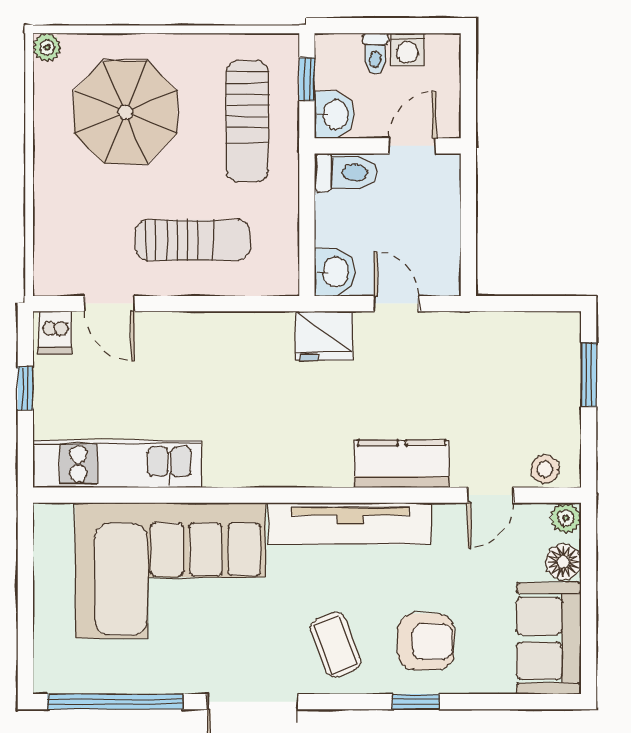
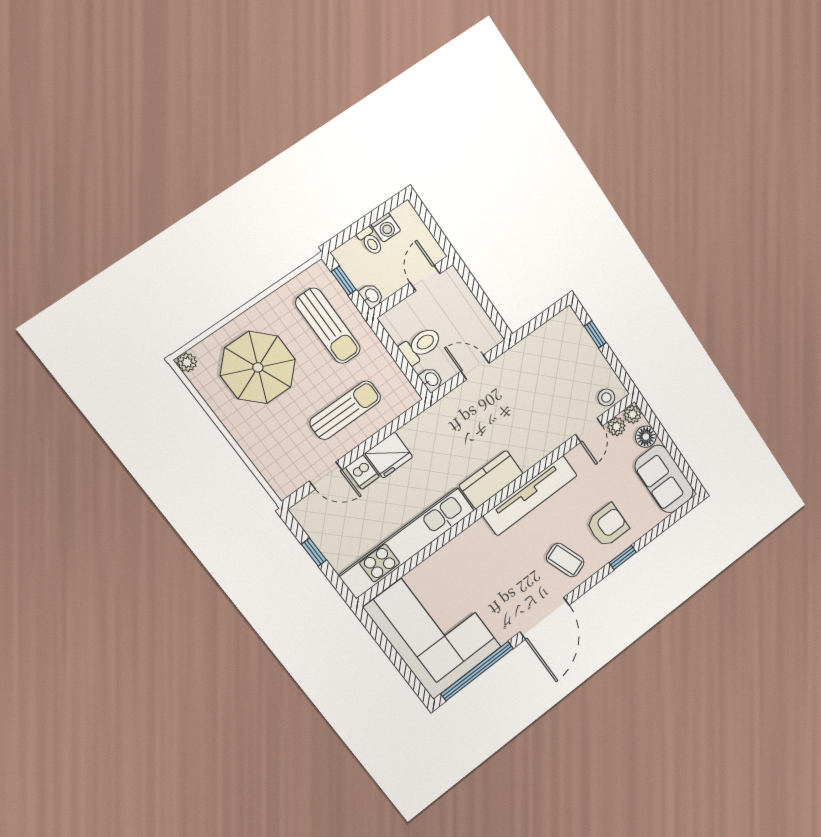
washbasin: (334, 115) -> (371, 296), width x0.72, depth x0.69
toilet: (346, 173) -> (421, 345), moved
washbasin: (335, 272) -> (431, 379), width x0.72, depth x0.69
dishwasher: (55, 333) -> (362, 472), moved
fridge: (324, 336) -> (389, 455), moved
window: (589, 375) -> (595, 334), width x0.67
kitchen unit: (117, 464) -> (407, 543), width x1.36
kitchen counter: (402, 464) -> (491, 480), moved
plant: (532, 518) -> (616, 427), added
corner sofa: (170, 570) -> (433, 627), moved, turned -90

